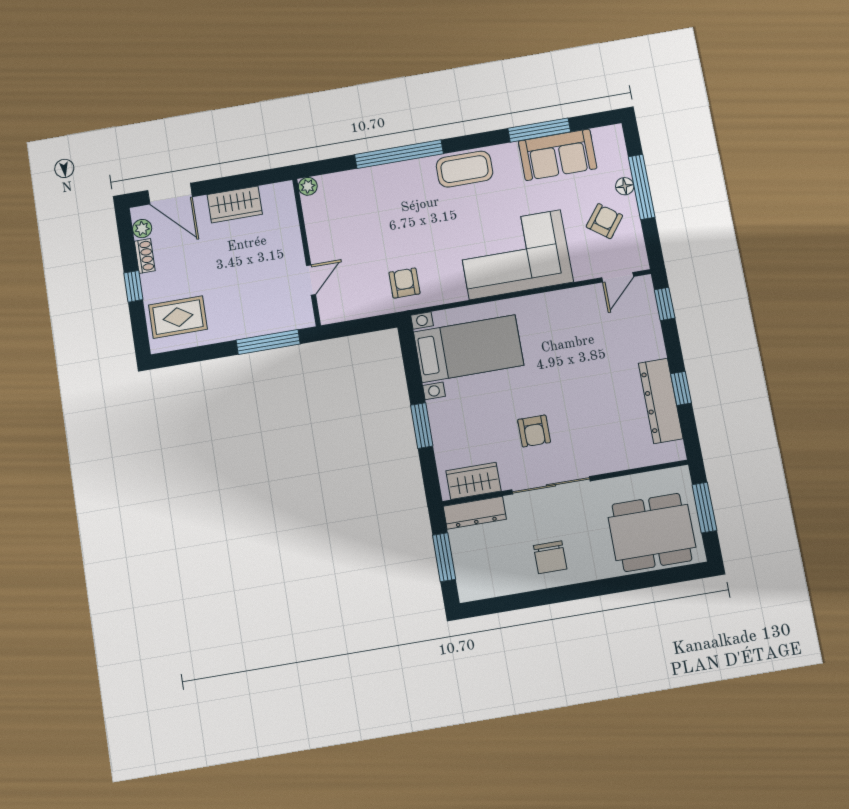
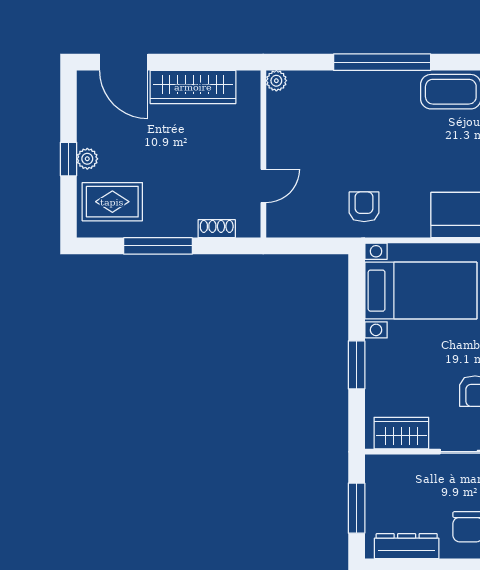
wardrobe: (235, 204) -> (193, 87), width x1.50
plant: (142, 229) -> (87, 159), moved
shoe rack: (145, 256) -> (217, 229), moved, turned -90
window: (268, 342) -> (158, 246), moved
dresser: (475, 513) -> (407, 546), moved, turned 180

